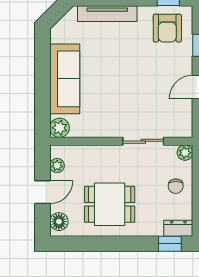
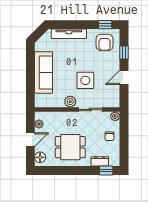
side table: (135, 92) -> (85, 80), added
plant: (60, 128) -> (70, 102), moved
dresser: (178, 228) -> (100, 161), moved

